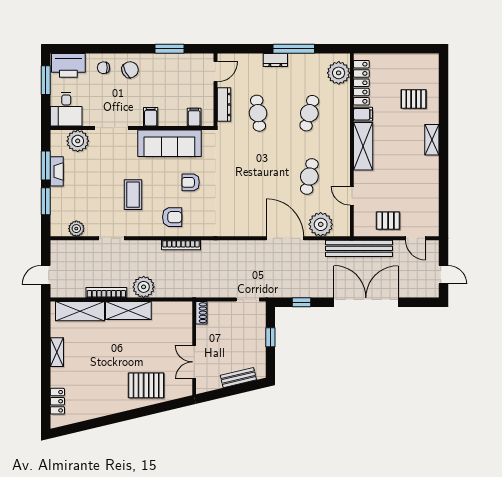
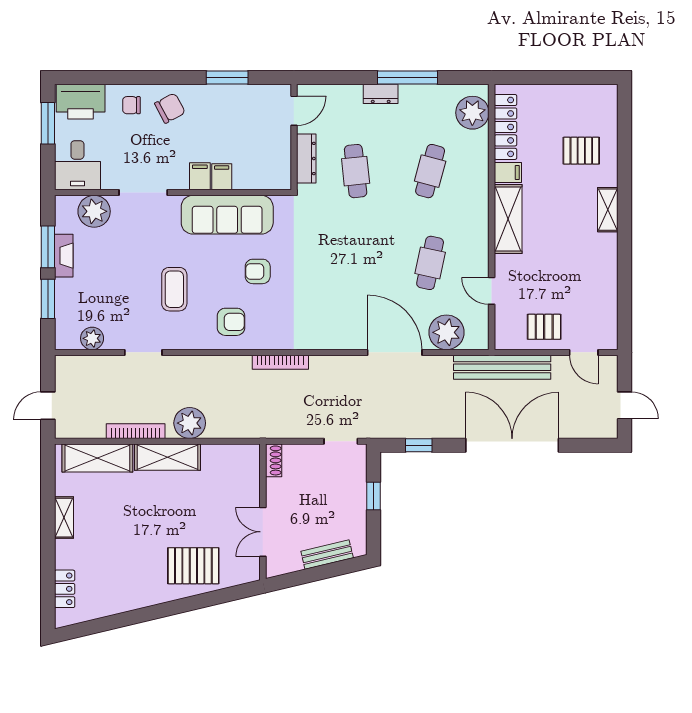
filing cabinet: (194, 117) -> (222, 177), moved
bookcase: (181, 245) -> (280, 362), moved

